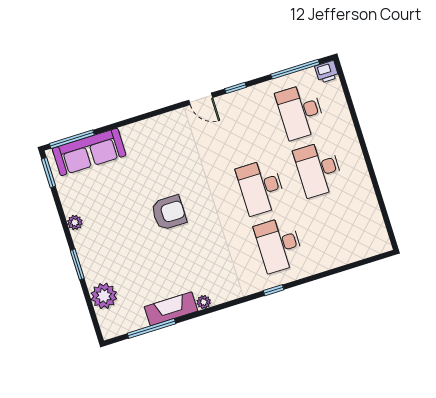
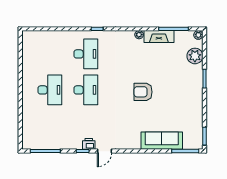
printer: (327, 72) -> (89, 144), moved
door: (201, 99) -> (104, 151), swing flipped
desk: (300, 112) -> (50, 126), removed
sofa: (89, 152) -> (162, 141), moved
plant: (75, 222) -> (198, 35), moved

